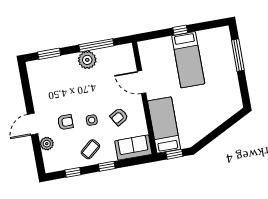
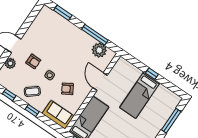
plant: (87, 60) -> (99, 50), moved

